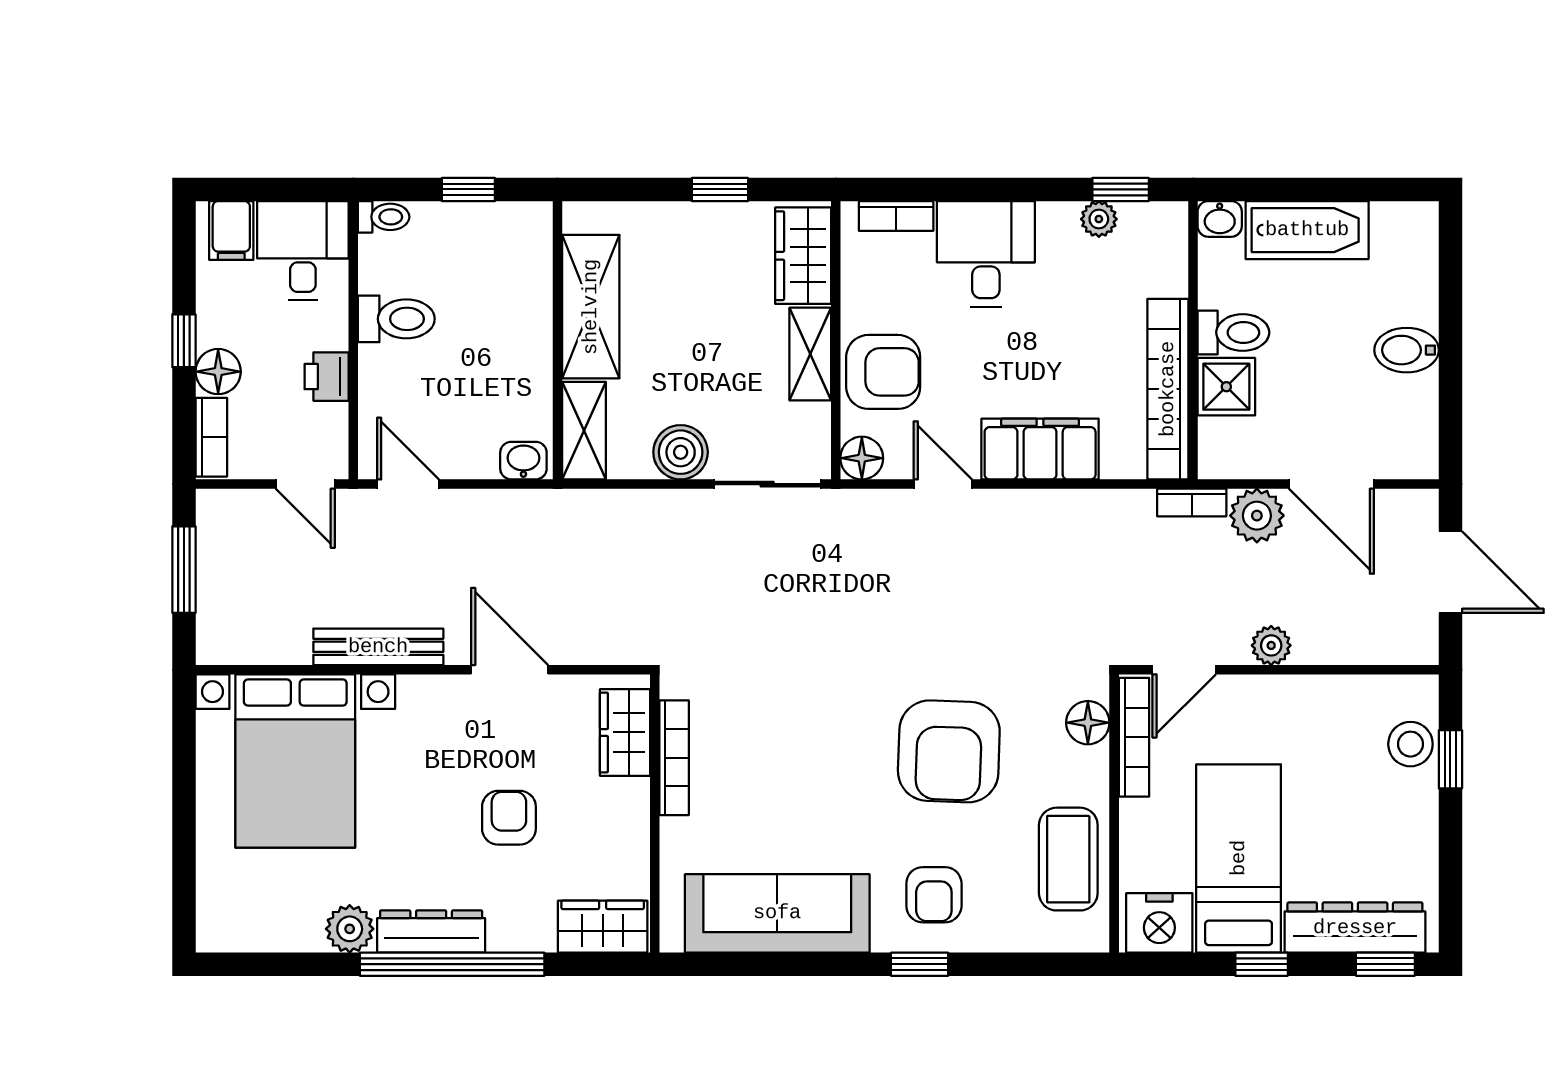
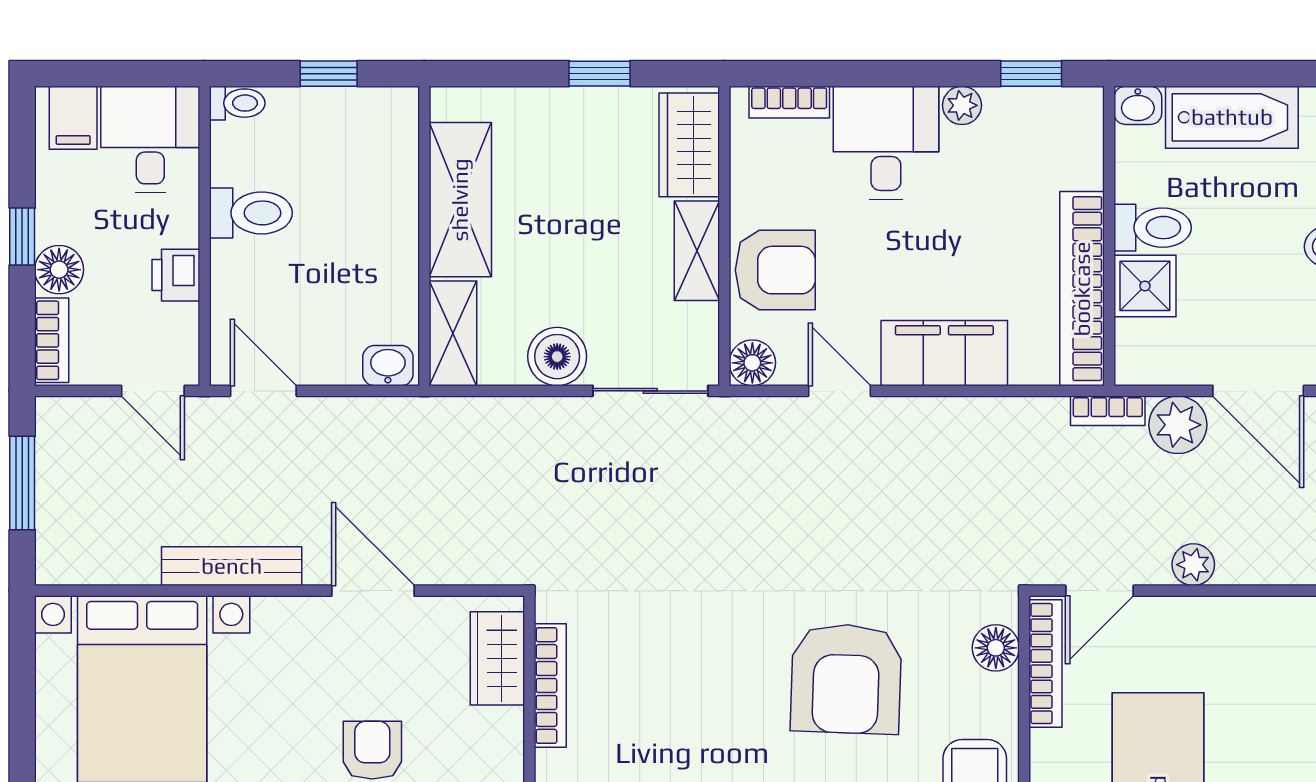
plant: (1099, 219) -> (962, 105), moved

